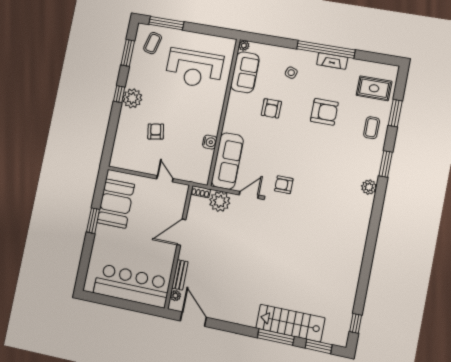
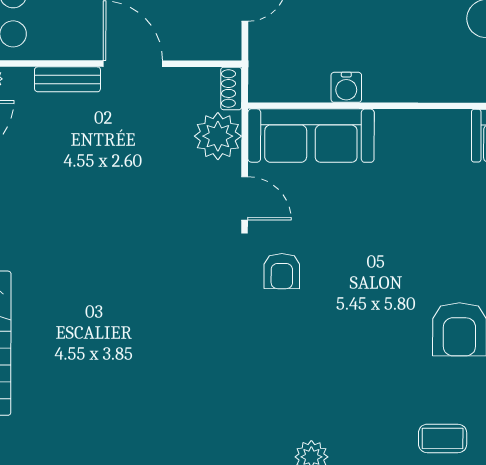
armchair: (271, 108) -> (447, 211), removed
armchair: (284, 185) -> (282, 271), turned 180
bench: (180, 275) -> (67, 79), moved

